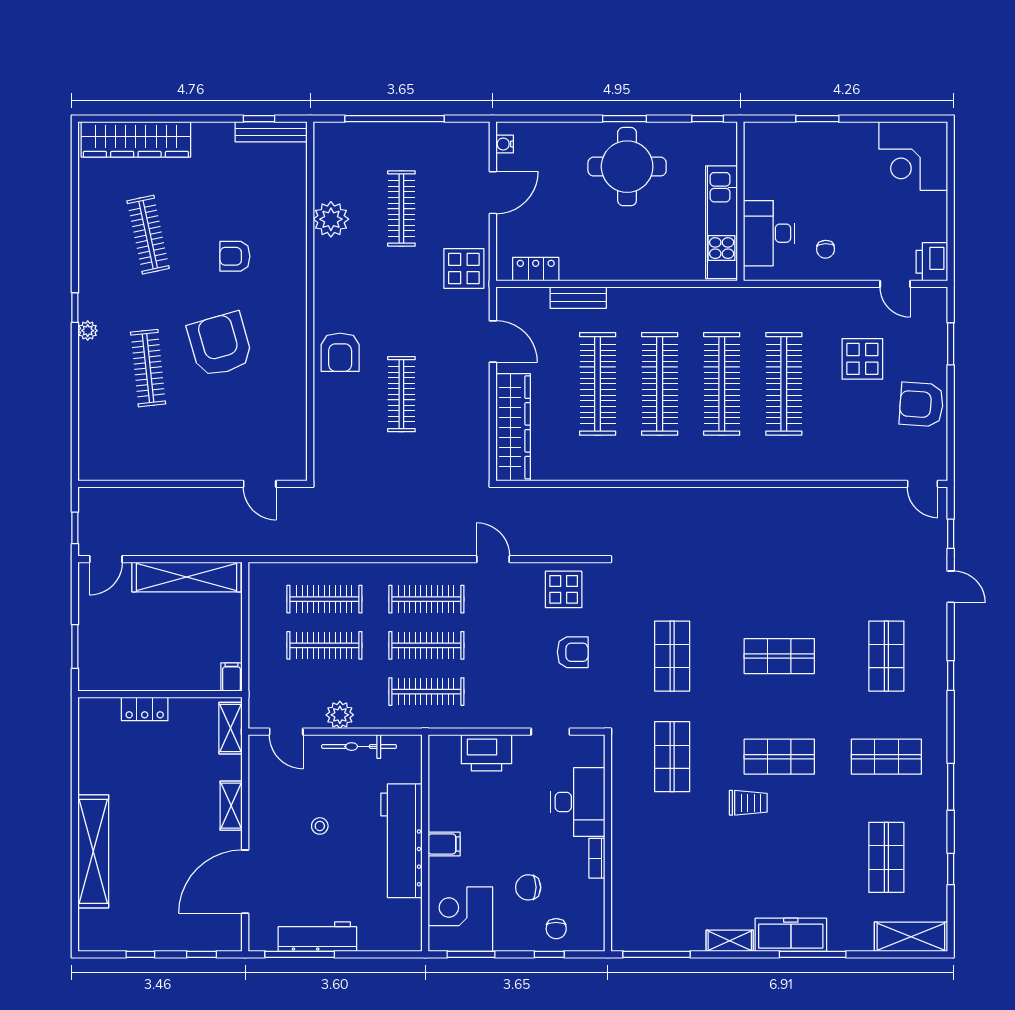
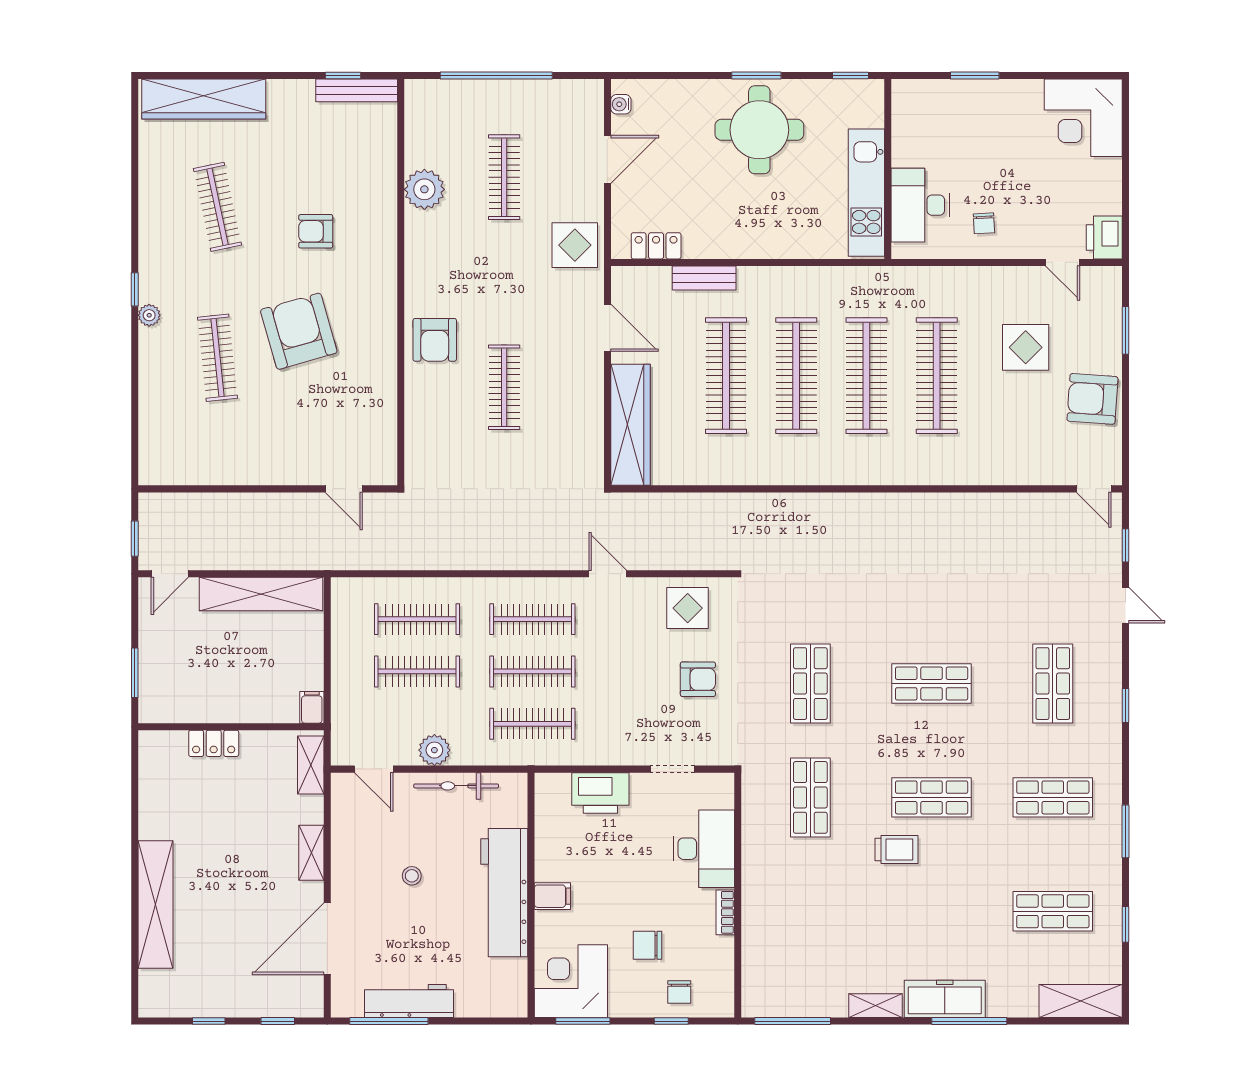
shop shelf: (886, 857) -> (1053, 911), turned 90

